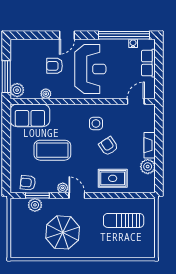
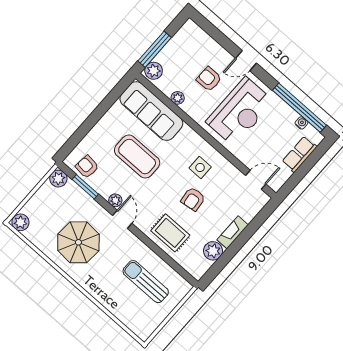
sofa: (30, 115) -> (151, 111), width x1.36
armchair: (108, 146) -> (193, 199), turned -153
plant: (35, 205) -> (58, 179), moved
plant: (17, 251) -> (20, 222), added

